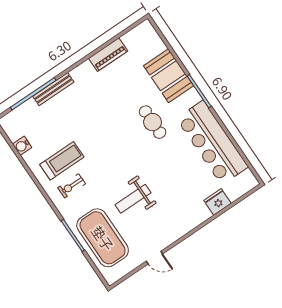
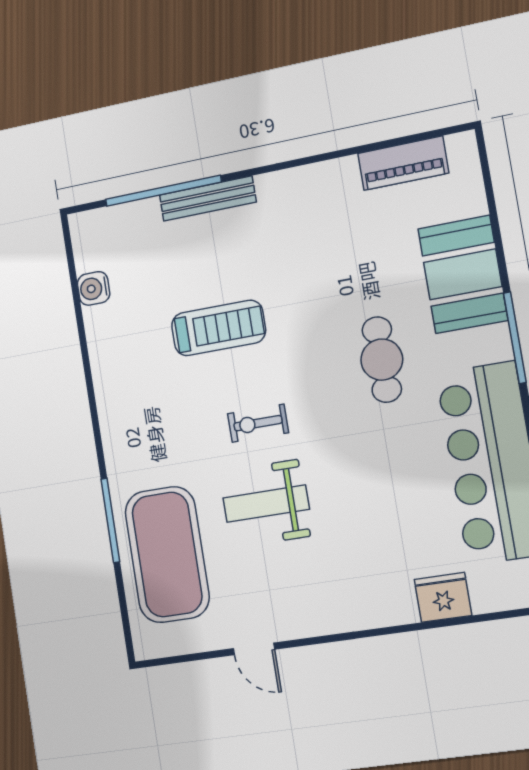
piano: (108, 55) -> (403, 163), moved
treadmill: (62, 161) -> (218, 328), moved
exercise bike: (72, 186) -> (258, 423), moved

